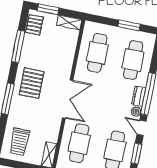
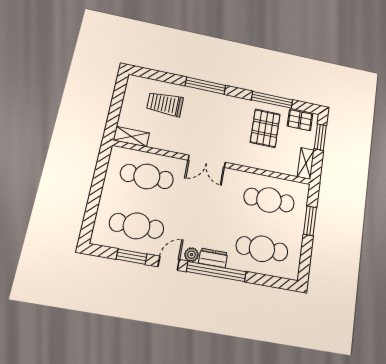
window: (129, 25) -> (310, 221), moved
pallet: (32, 83) -> (265, 128), moved, turned 90
double door: (68, 99) -> (207, 161), width x0.73
trolley: (19, 142) -> (165, 104), moved

